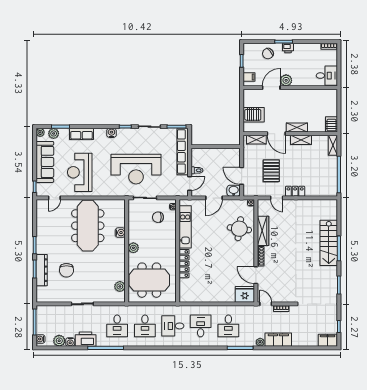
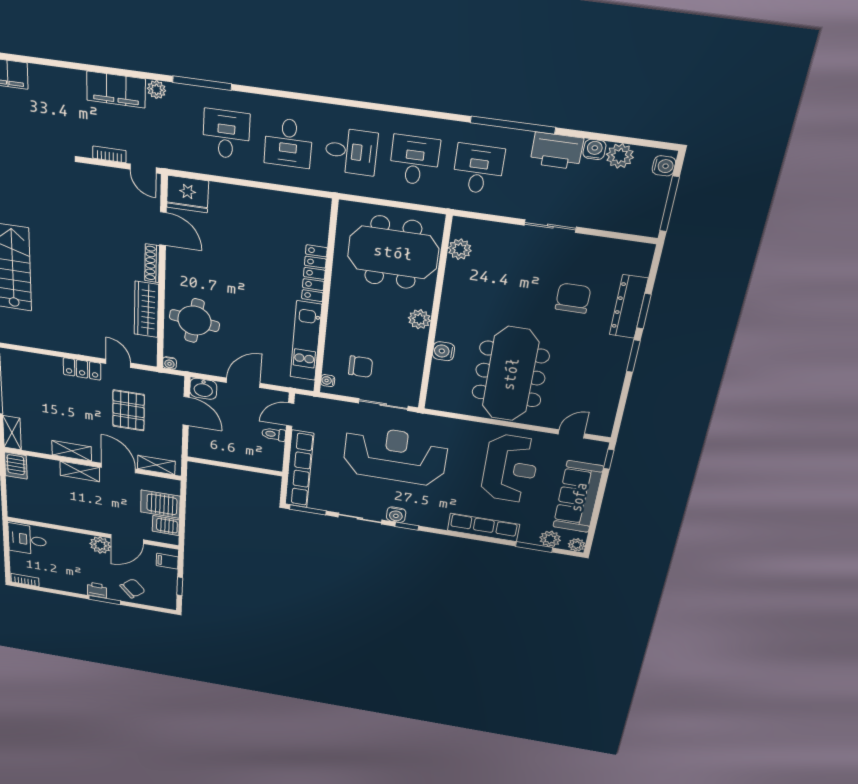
server rack: (250, 101) -> (166, 526), added
water cooler: (111, 133) -> (396, 515), moved
row of seats: (82, 134) -> (484, 527), width x1.48

